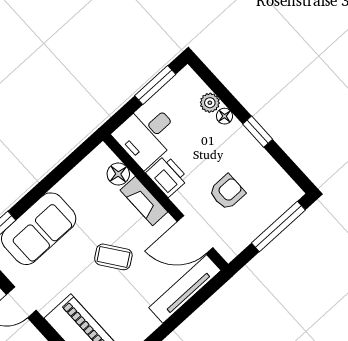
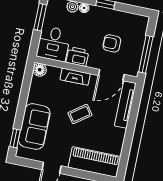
floor lamp: (118, 174) -> (40, 70), moved
armchair: (227, 192) -> (112, 43), turned -90
window: (278, 226) -> (146, 54), moved

